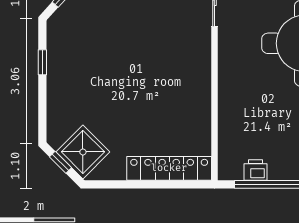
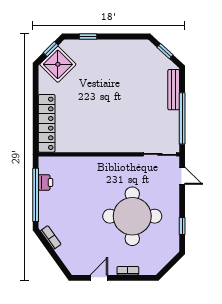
window: (42, 62) -> (88, 37), moved

